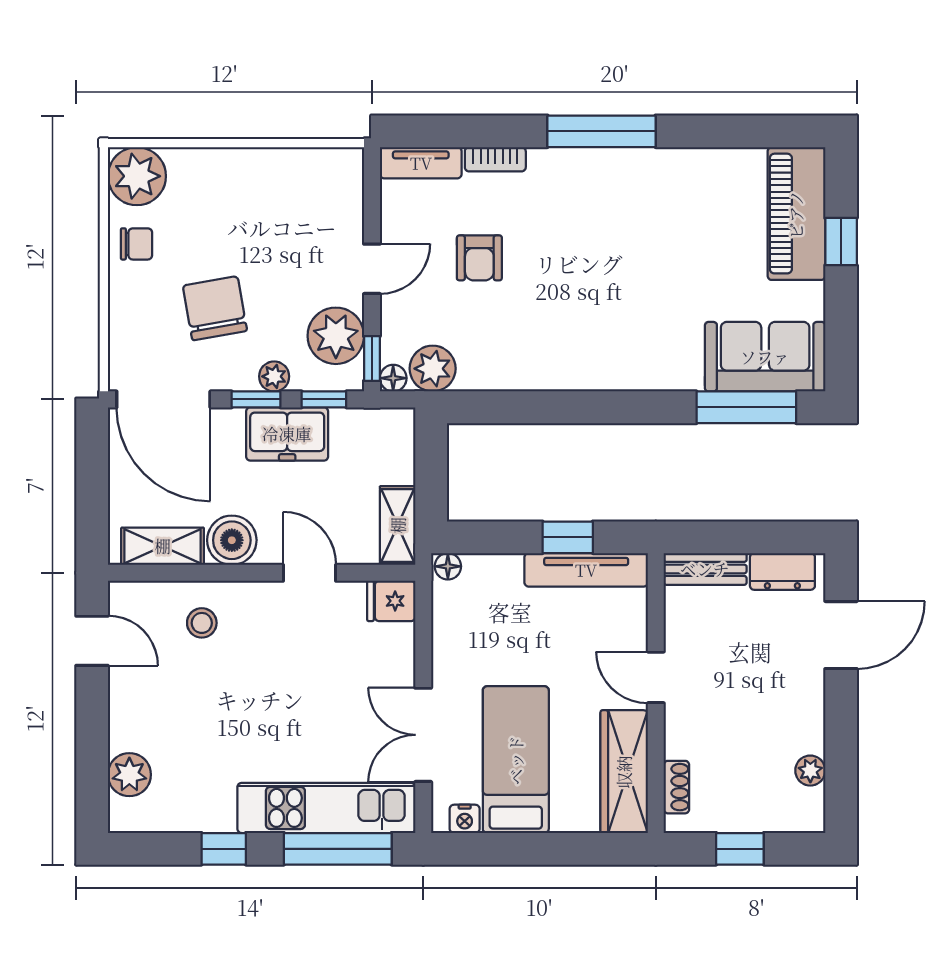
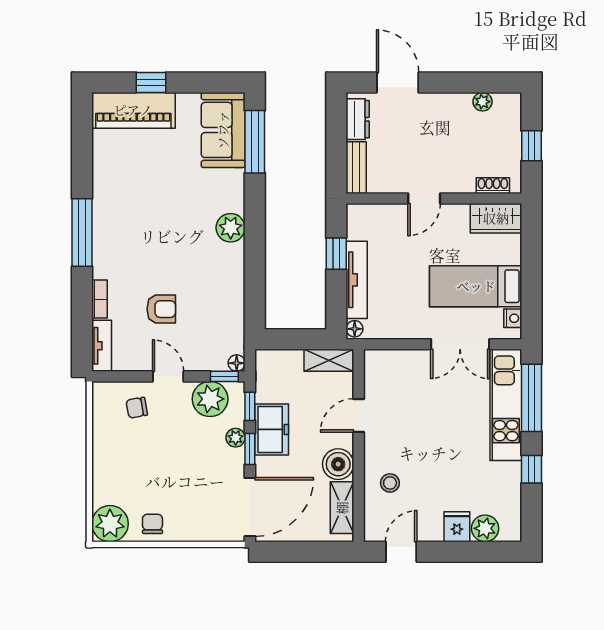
chair: (215, 308) -> (137, 408), moved, width x0.54, depth x0.54
plant: (433, 369) -> (231, 228), moved
tv unit: (586, 570) -> (357, 280), moved
fridge: (391, 601) -> (457, 527), moved, turned 180
wardrobe: (624, 772) -> (496, 218), width x0.67

